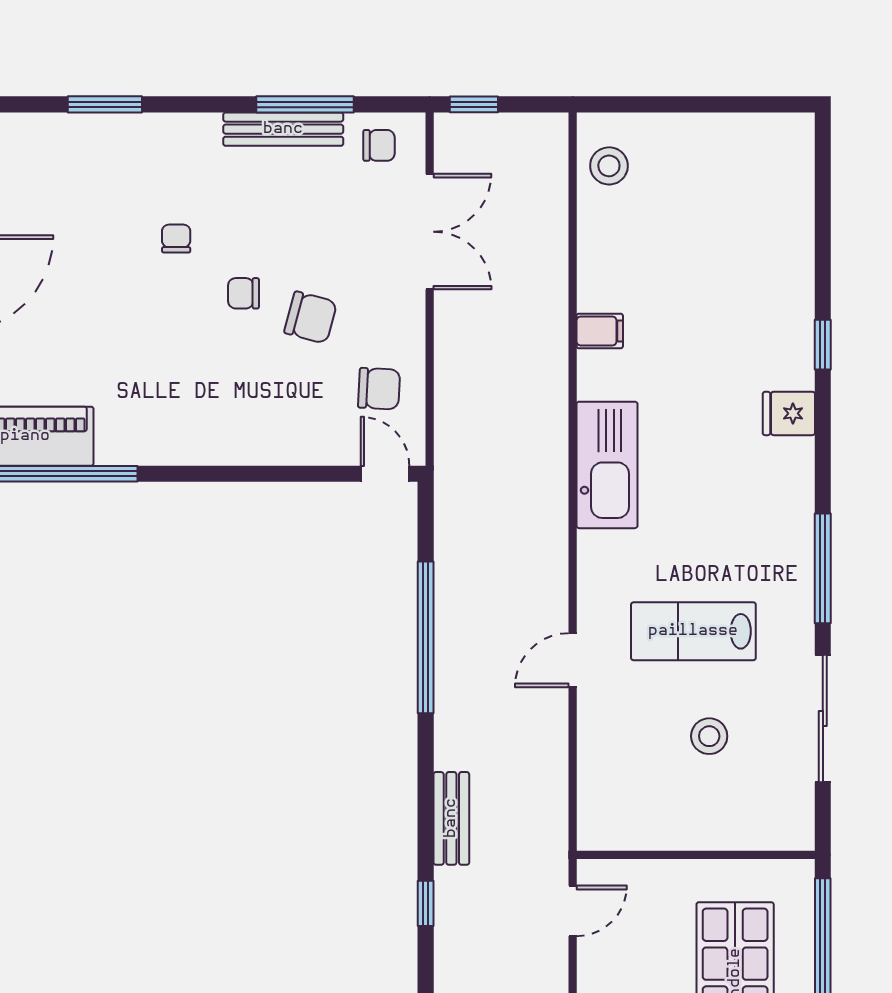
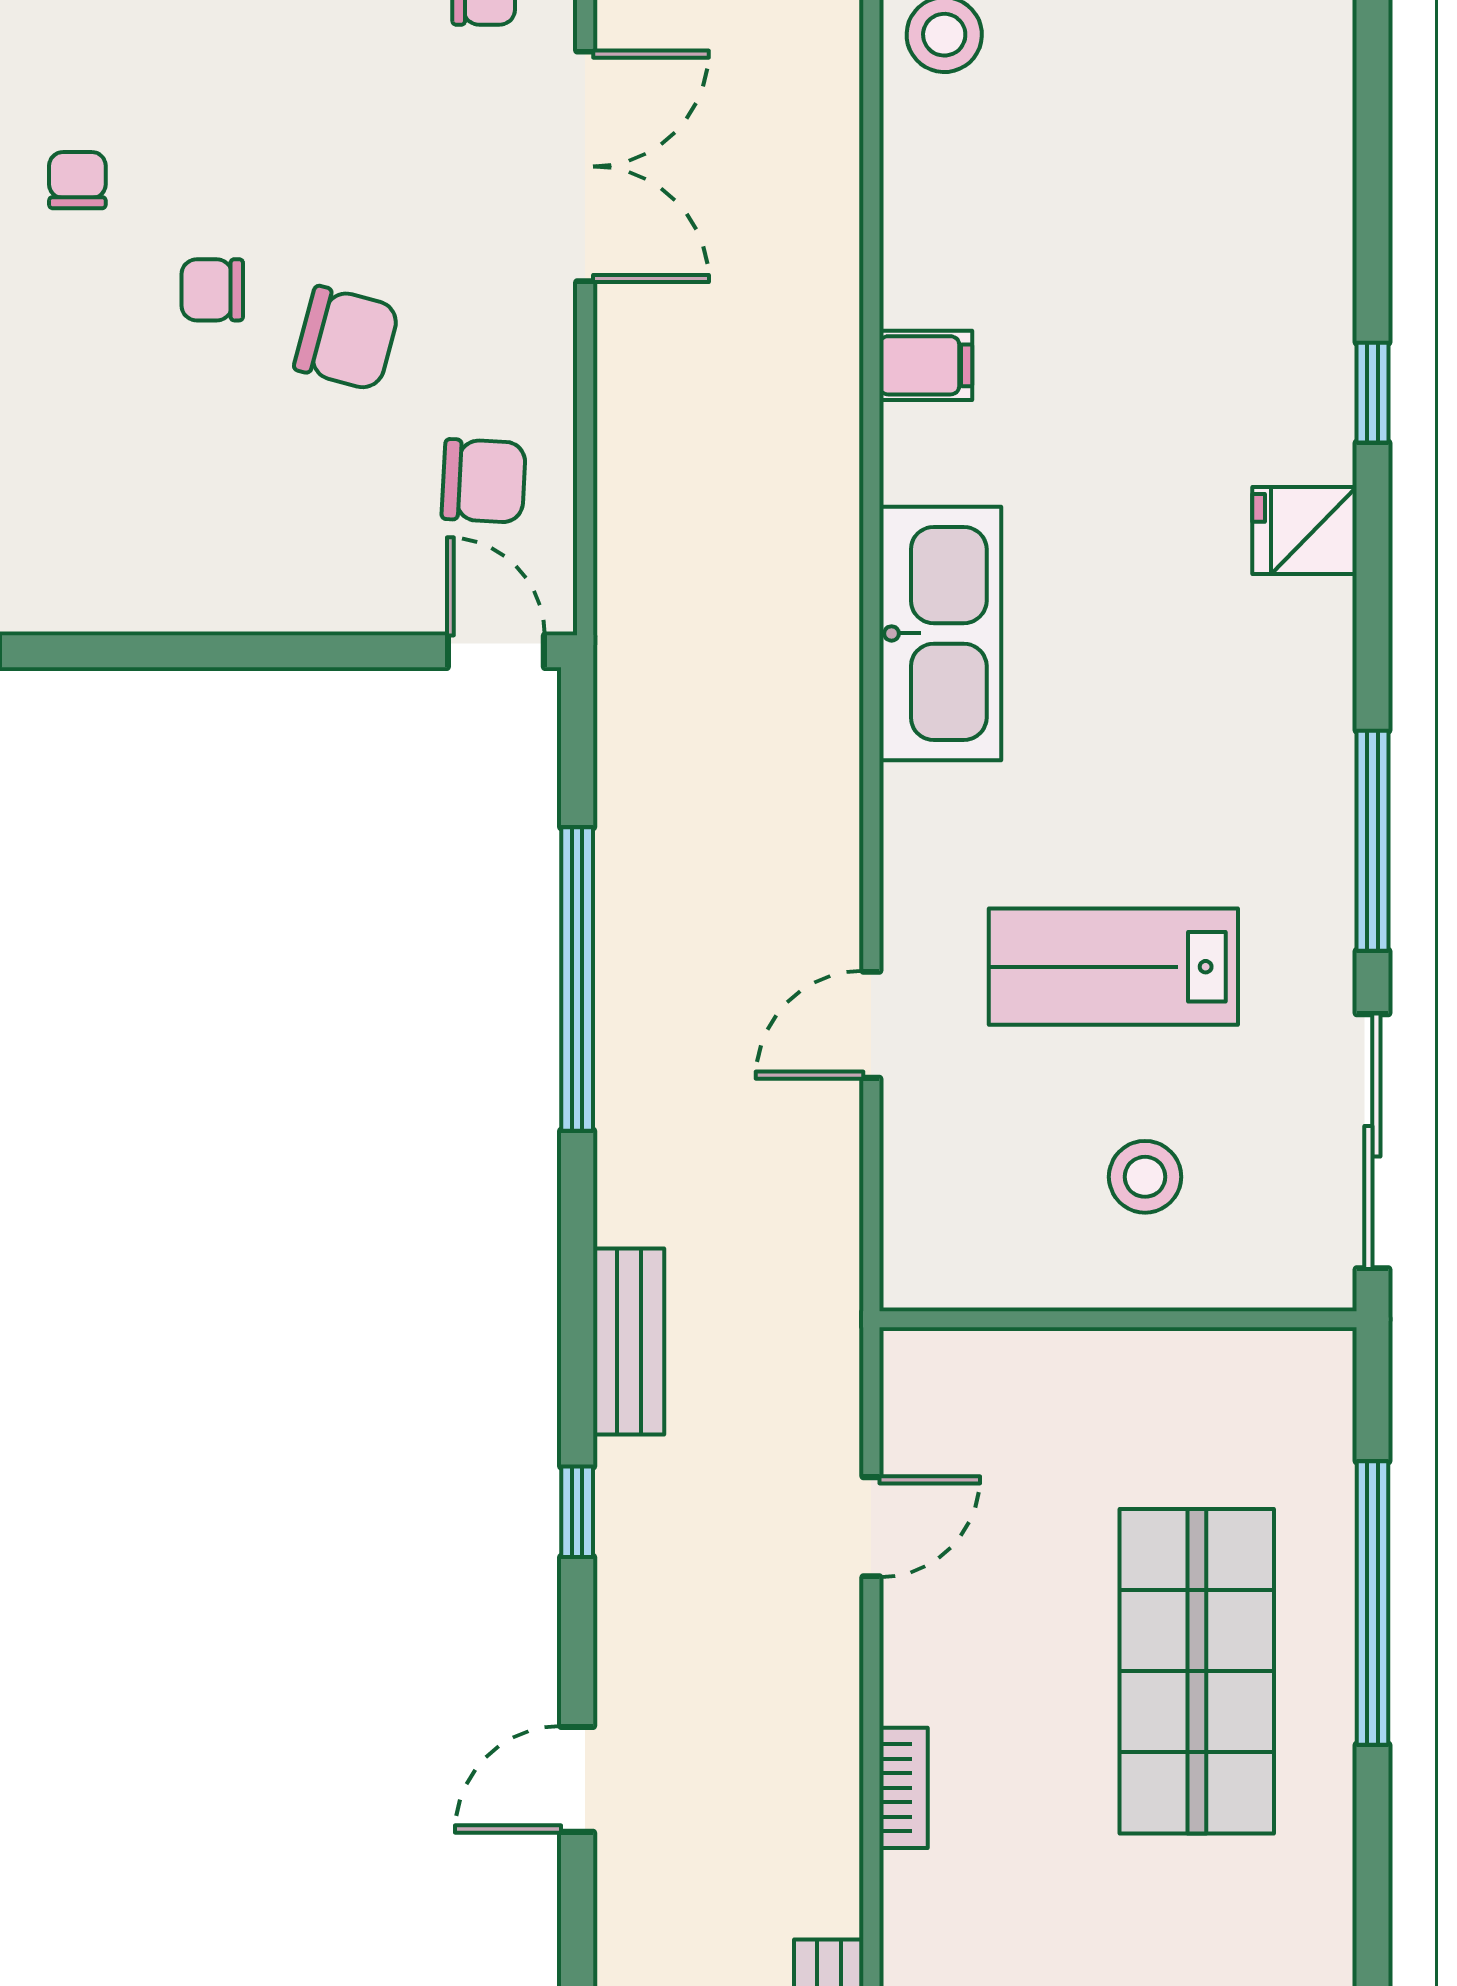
wall: (696, 855) -> (1118, 1319), moved

